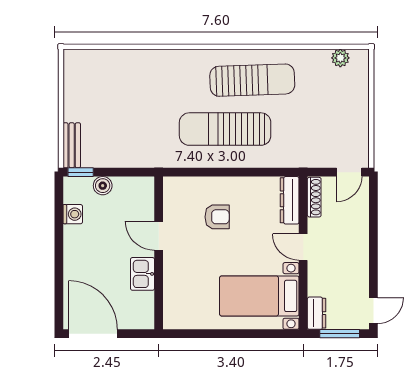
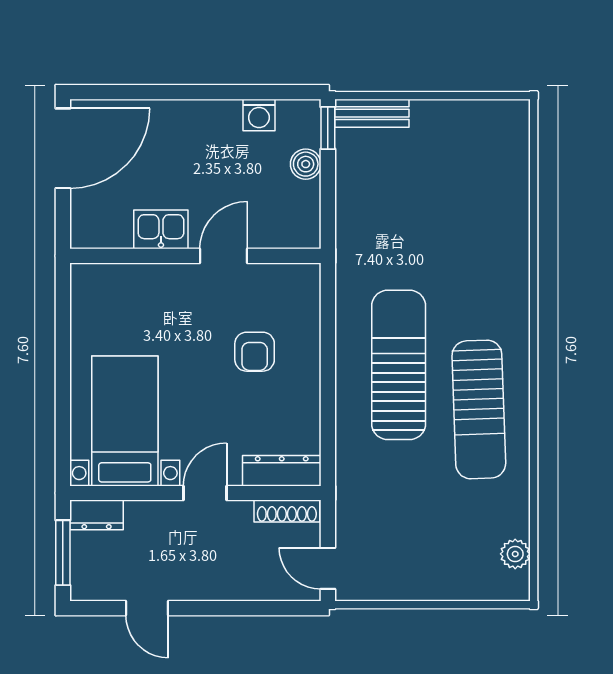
door: (373, 311) -> (147, 608), moved

